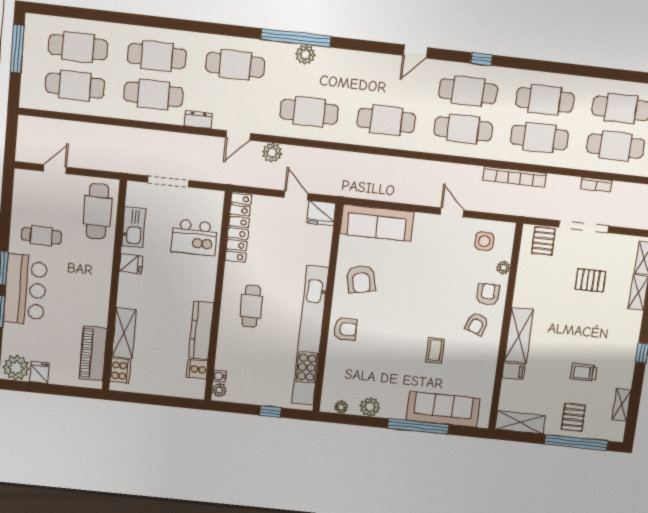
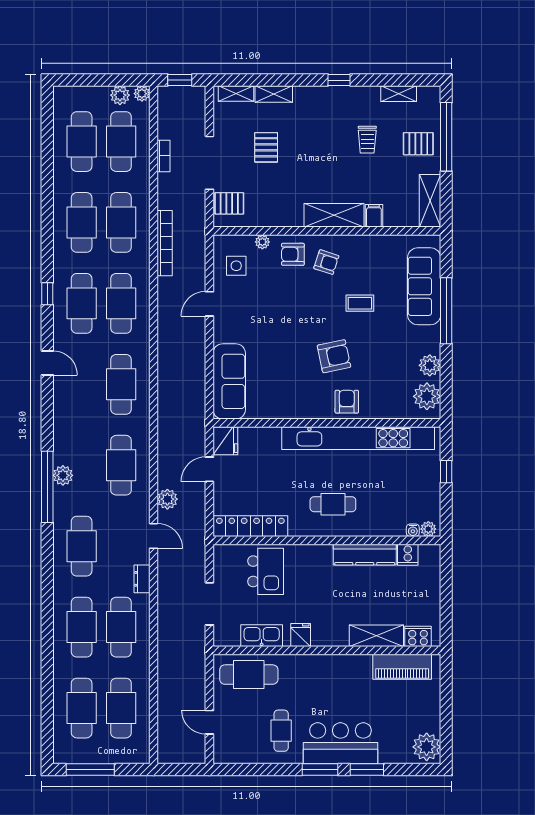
armchair: (361, 279) -> (334, 356), moved
fridge: (40, 372) -> (429, 722), removed
plant: (341, 407) -> (427, 396), width x1.88, depth x1.88

